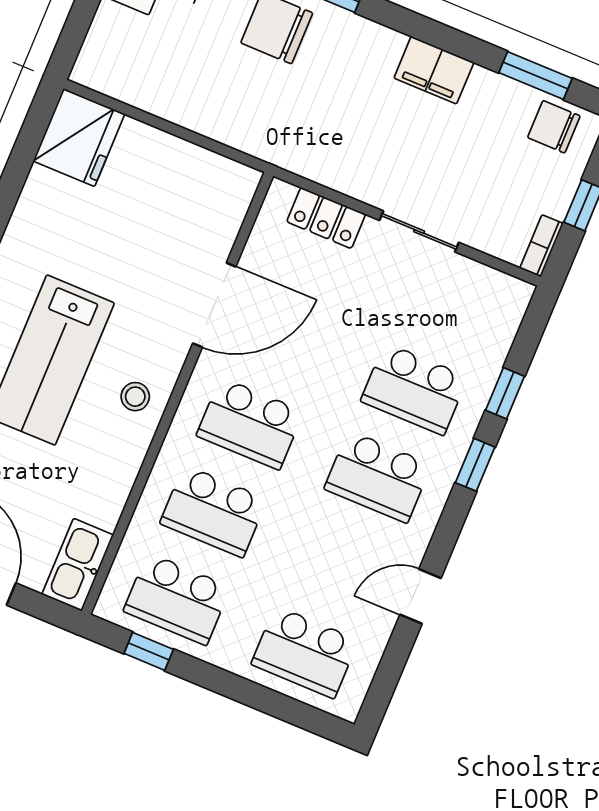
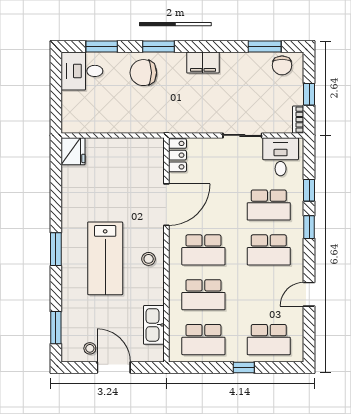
filing cabinet: (434, 70) -> (203, 62), moved
chair: (554, 127) -> (282, 65), turned -90
fridge: (79, 137) -> (73, 151), width x0.73, depth x0.75
locker: (326, 218) -> (177, 155), moved, turned -90
desk: (477, 304) -> (281, 157), added
kitchen sink: (78, 565) -> (154, 325), moved
window: (149, 651) -> (244, 368), moved

